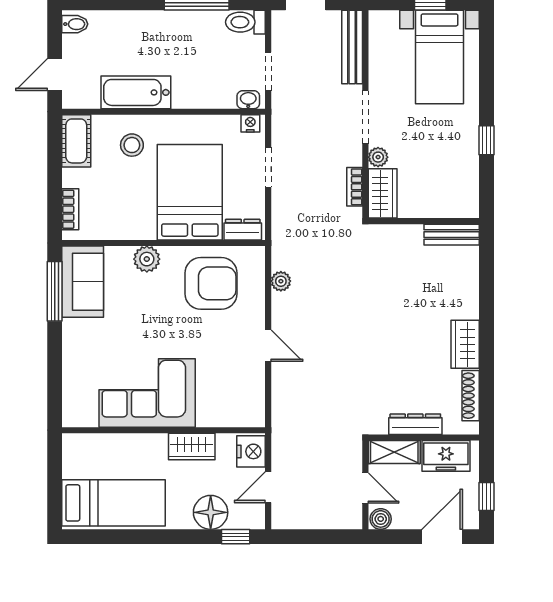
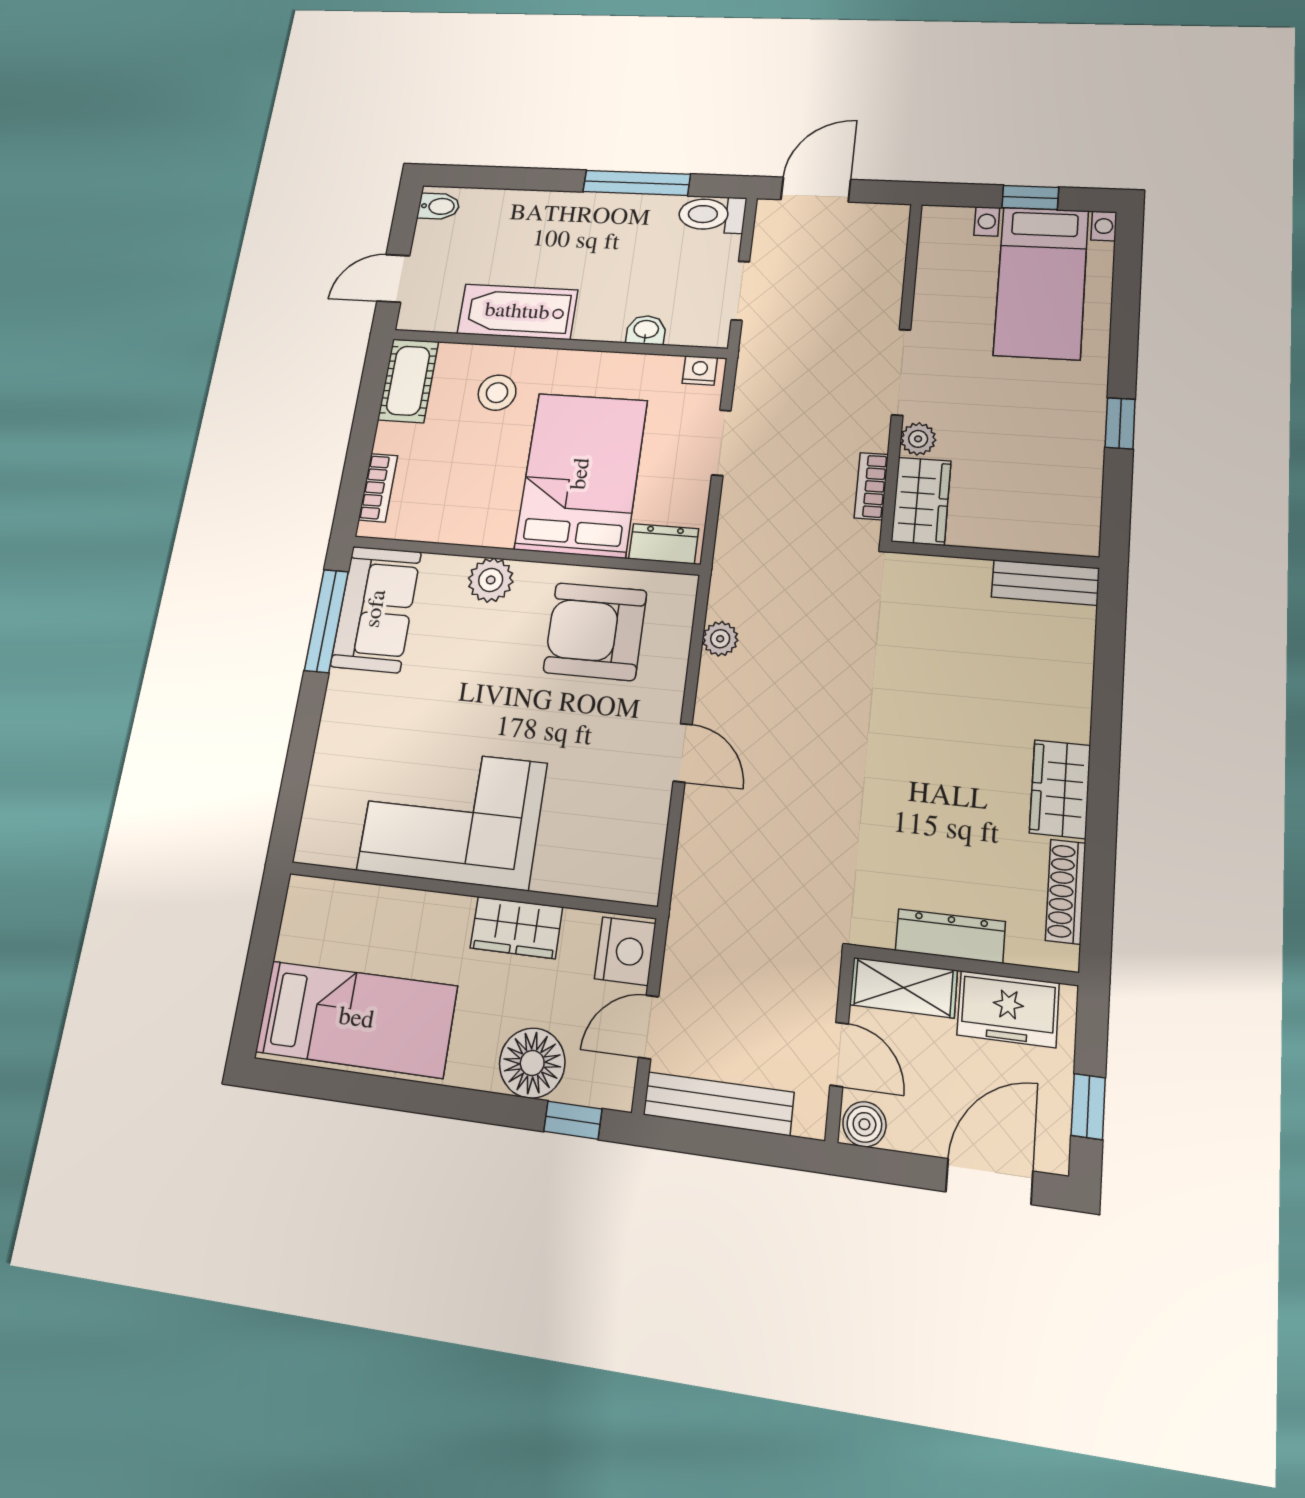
bench: (352, 47) -> (718, 1104), moved, turned 90
washbasin: (248, 100) -> (646, 330), moved
armchair: (211, 283) -> (595, 631), turned 180

